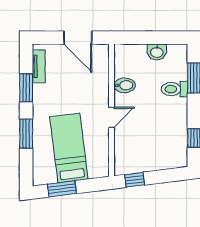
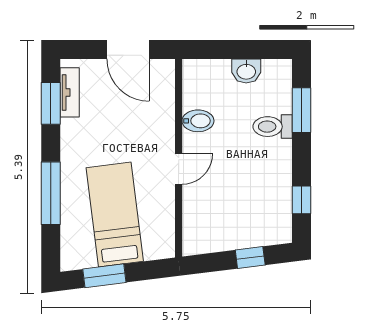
window: (26, 88) -> (51, 103), moved
window: (26, 134) -> (51, 193), width x1.44
window: (135, 180) -> (250, 258), moved

